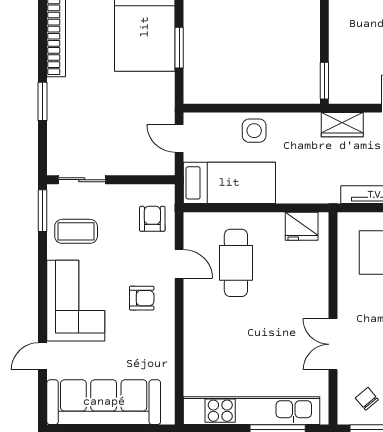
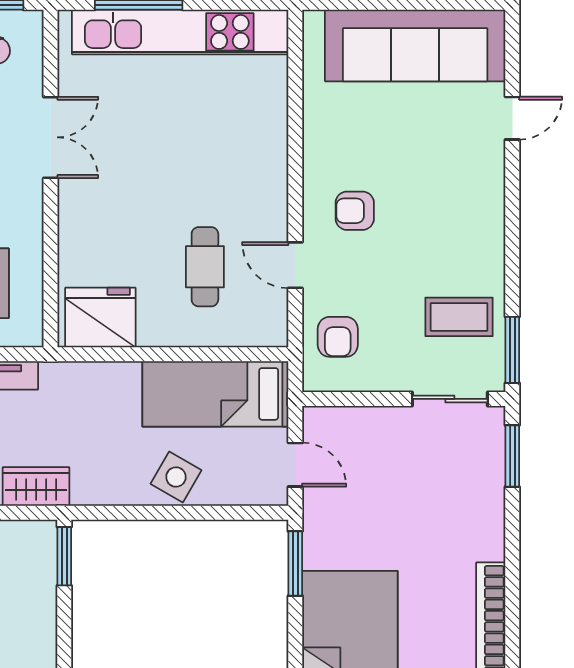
window: (179, 48) -> (295, 564), moved
window: (43, 101) -> (512, 456), moved
side table: (254, 131) -> (176, 477), turned 30
fridge: (302, 226) -> (100, 317), width x1.36, depth x1.34
cafe table: (236, 263) -> (205, 267), width x0.73, depth x0.74
corner sofa: (76, 301) -> (460, 207), removed

